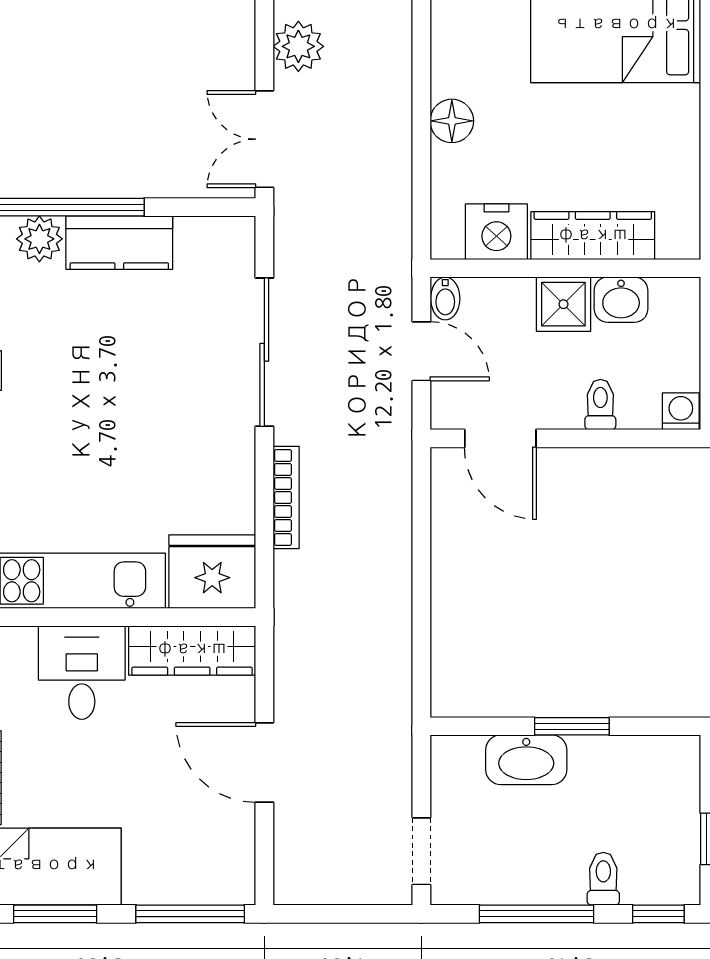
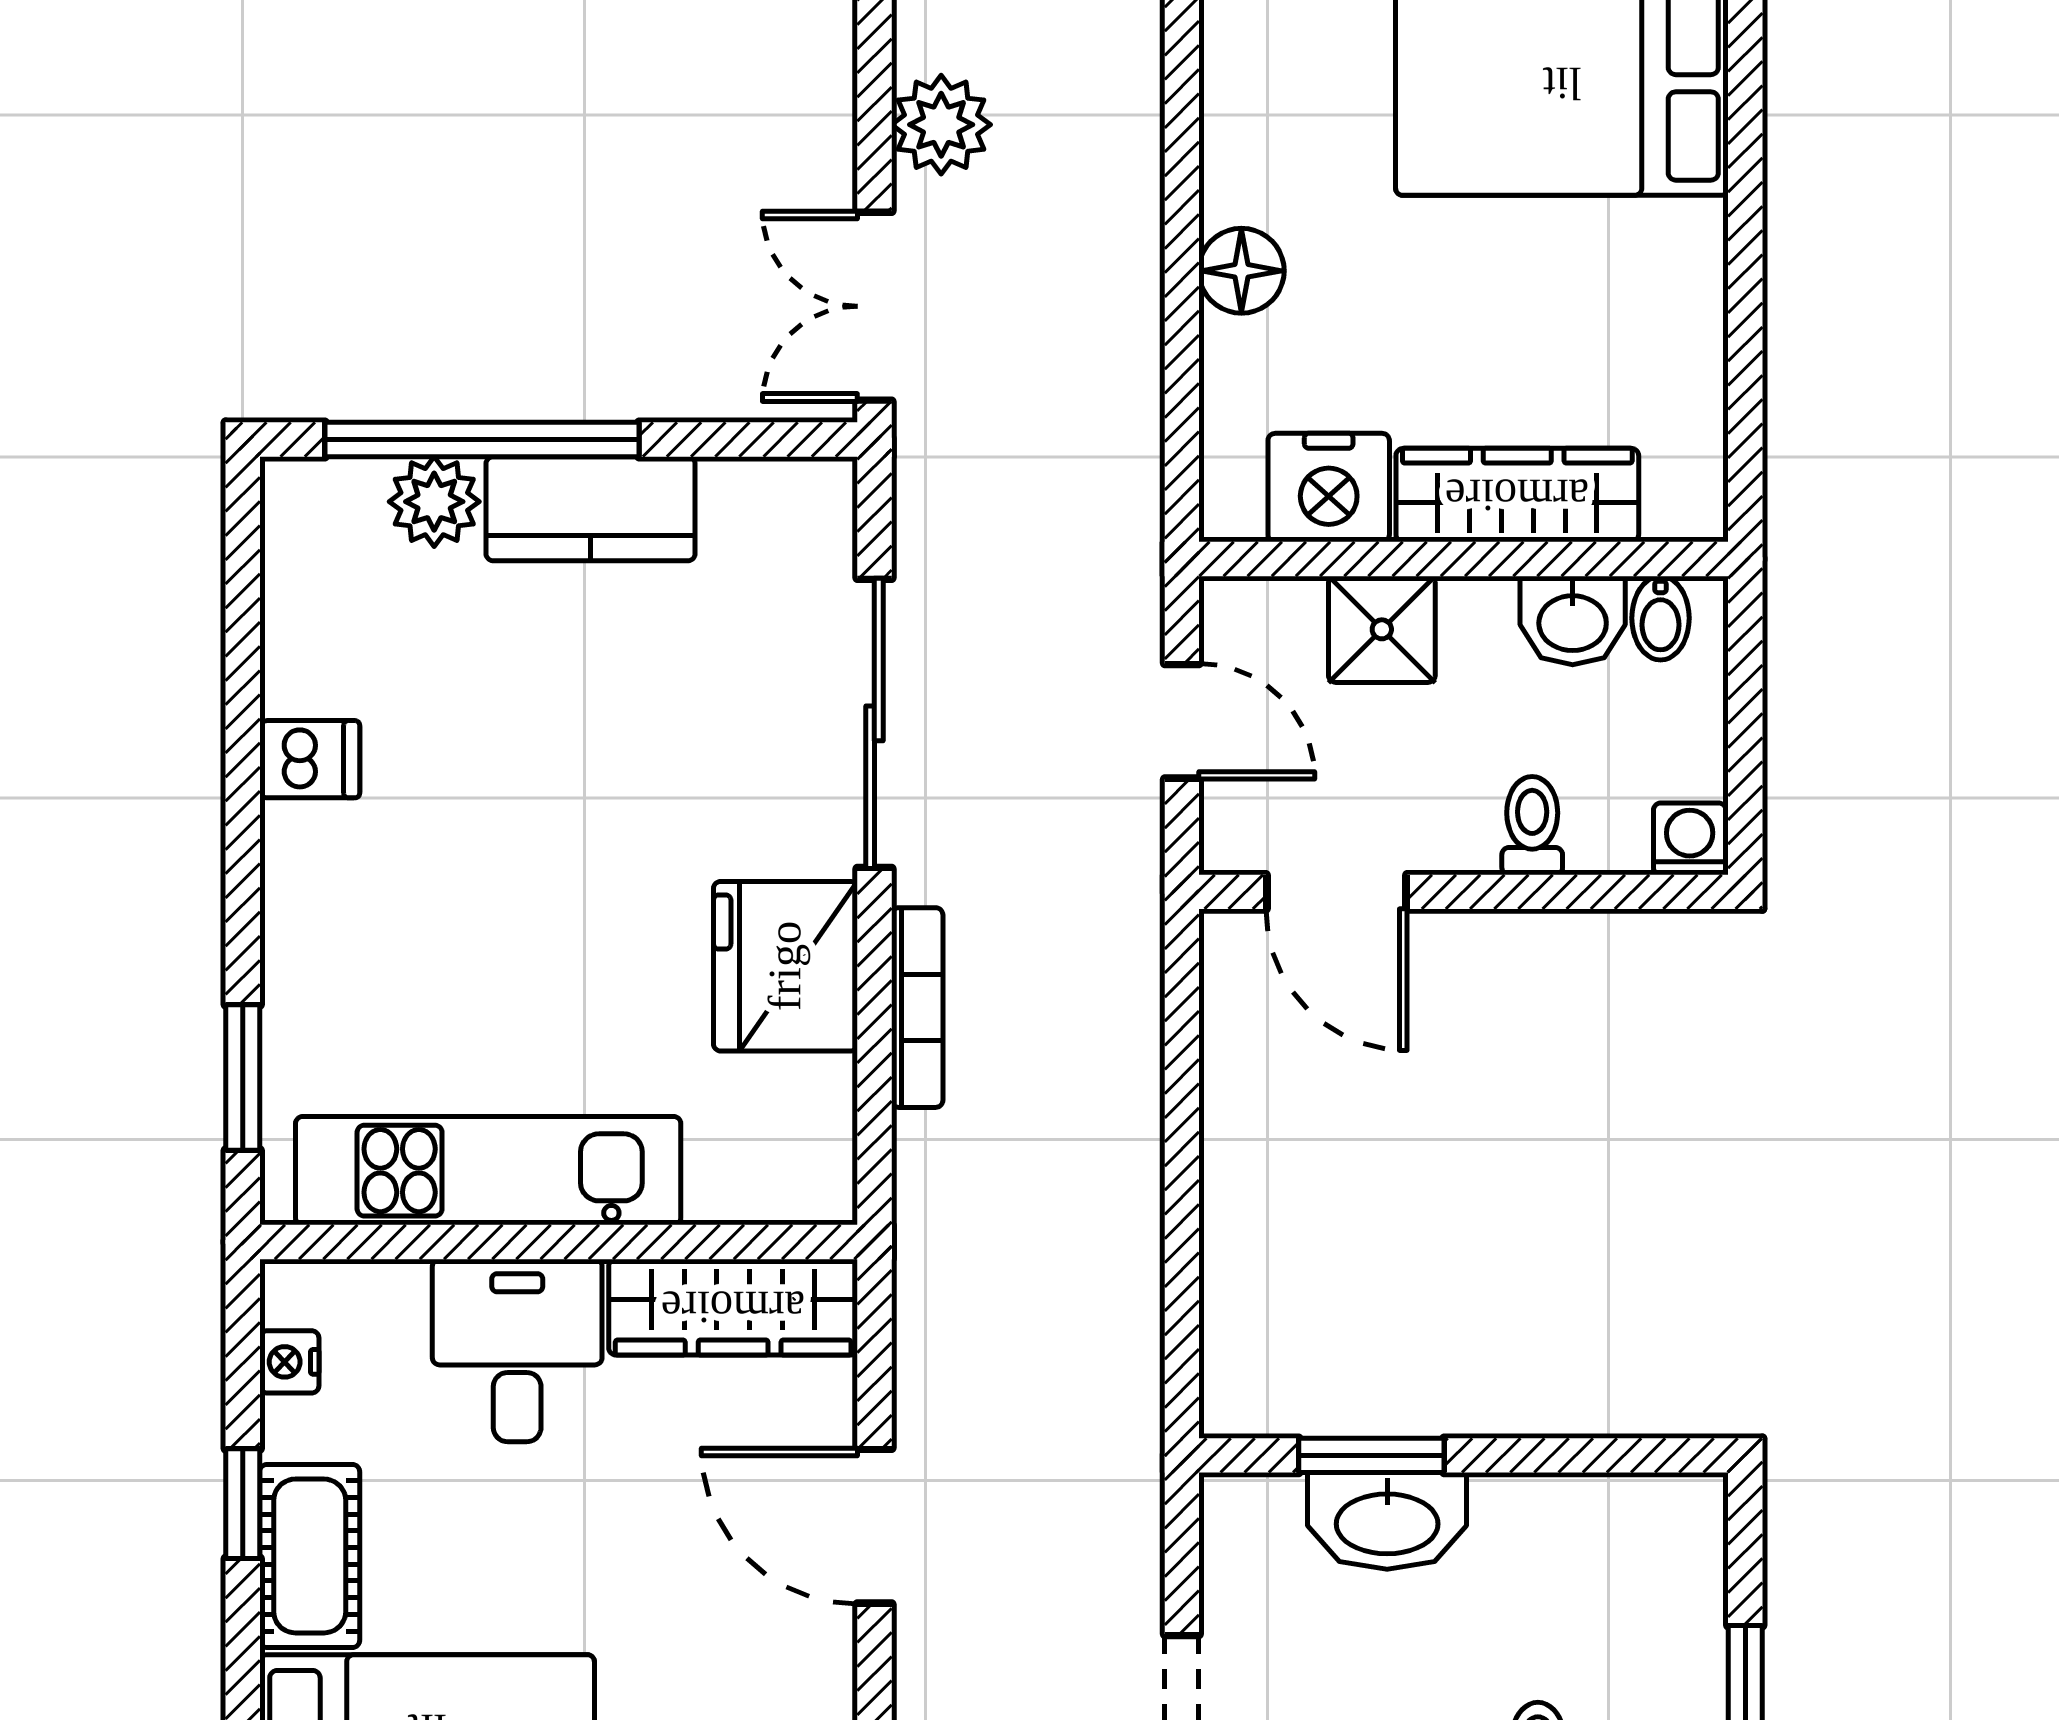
bidet: (445, 298) -> (1660, 618), moved
shower: (563, 304) -> (1382, 629), moved
fridge: (212, 572) -> (785, 966), moved, turned -90
window: (572, 726) -> (1371, 1455), moved

